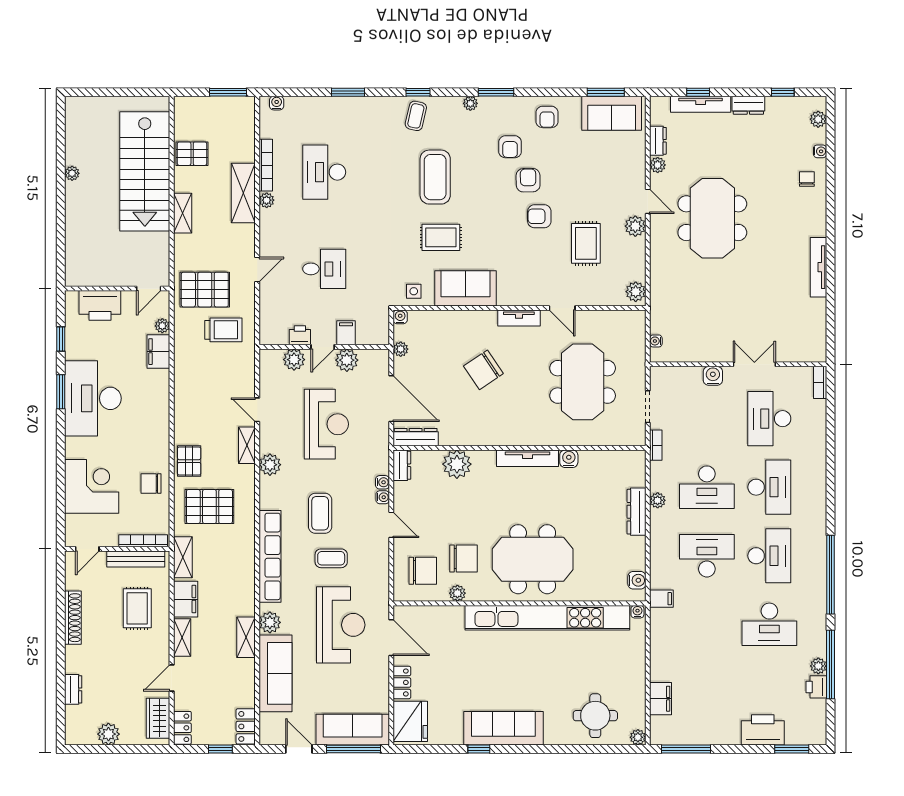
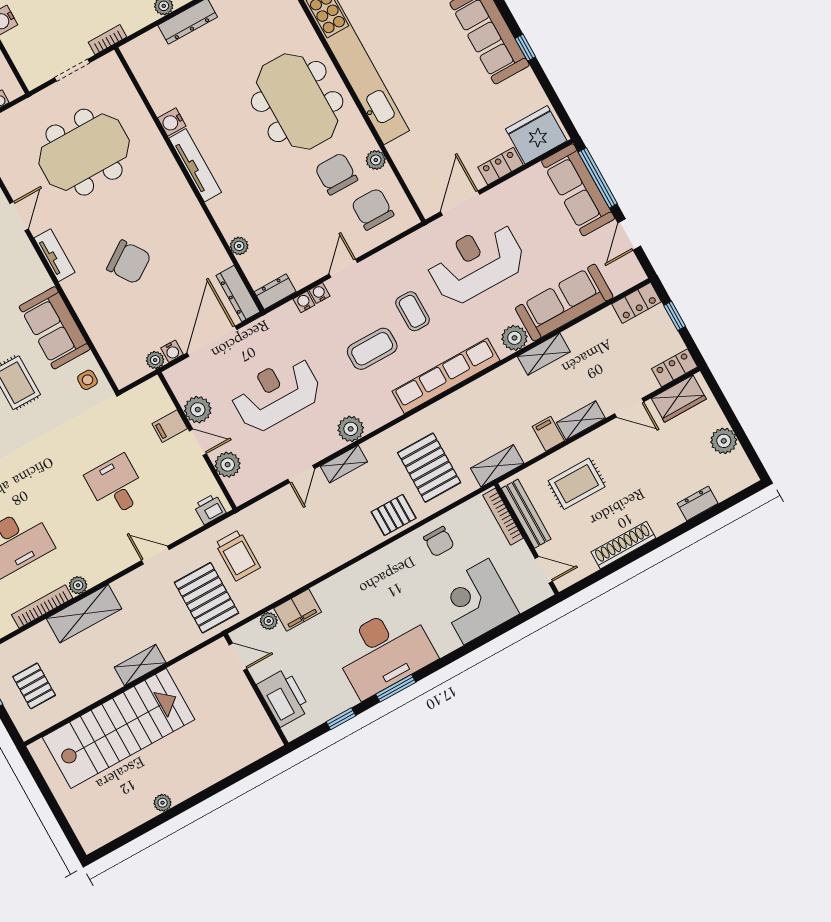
pallet: (192, 154) -> (34, 686), moved
water cooler: (400, 317) -> (172, 351), moved, turned -90
trolley: (223, 330) -> (238, 555), turned 180
printer: (300, 335) -> (210, 509), moved, turned 90
plant: (457, 464) -> (239, 246), width x0.53, depth x0.53
filing cabinet: (186, 599) -> (548, 434), width x0.50

